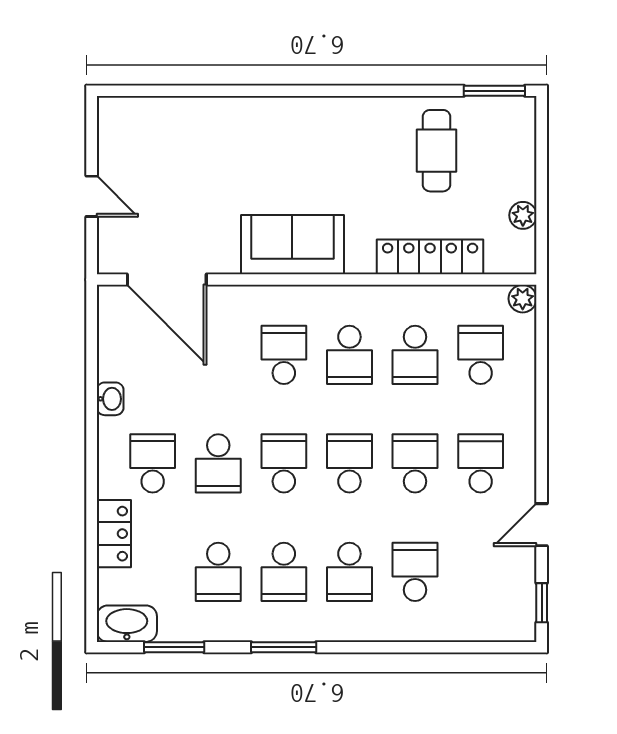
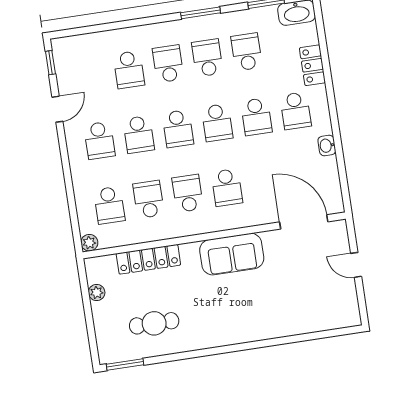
cafe table: (437, 151) -> (154, 323), turned 90
school desk: (218, 463) -> (256, 117), turned 180

